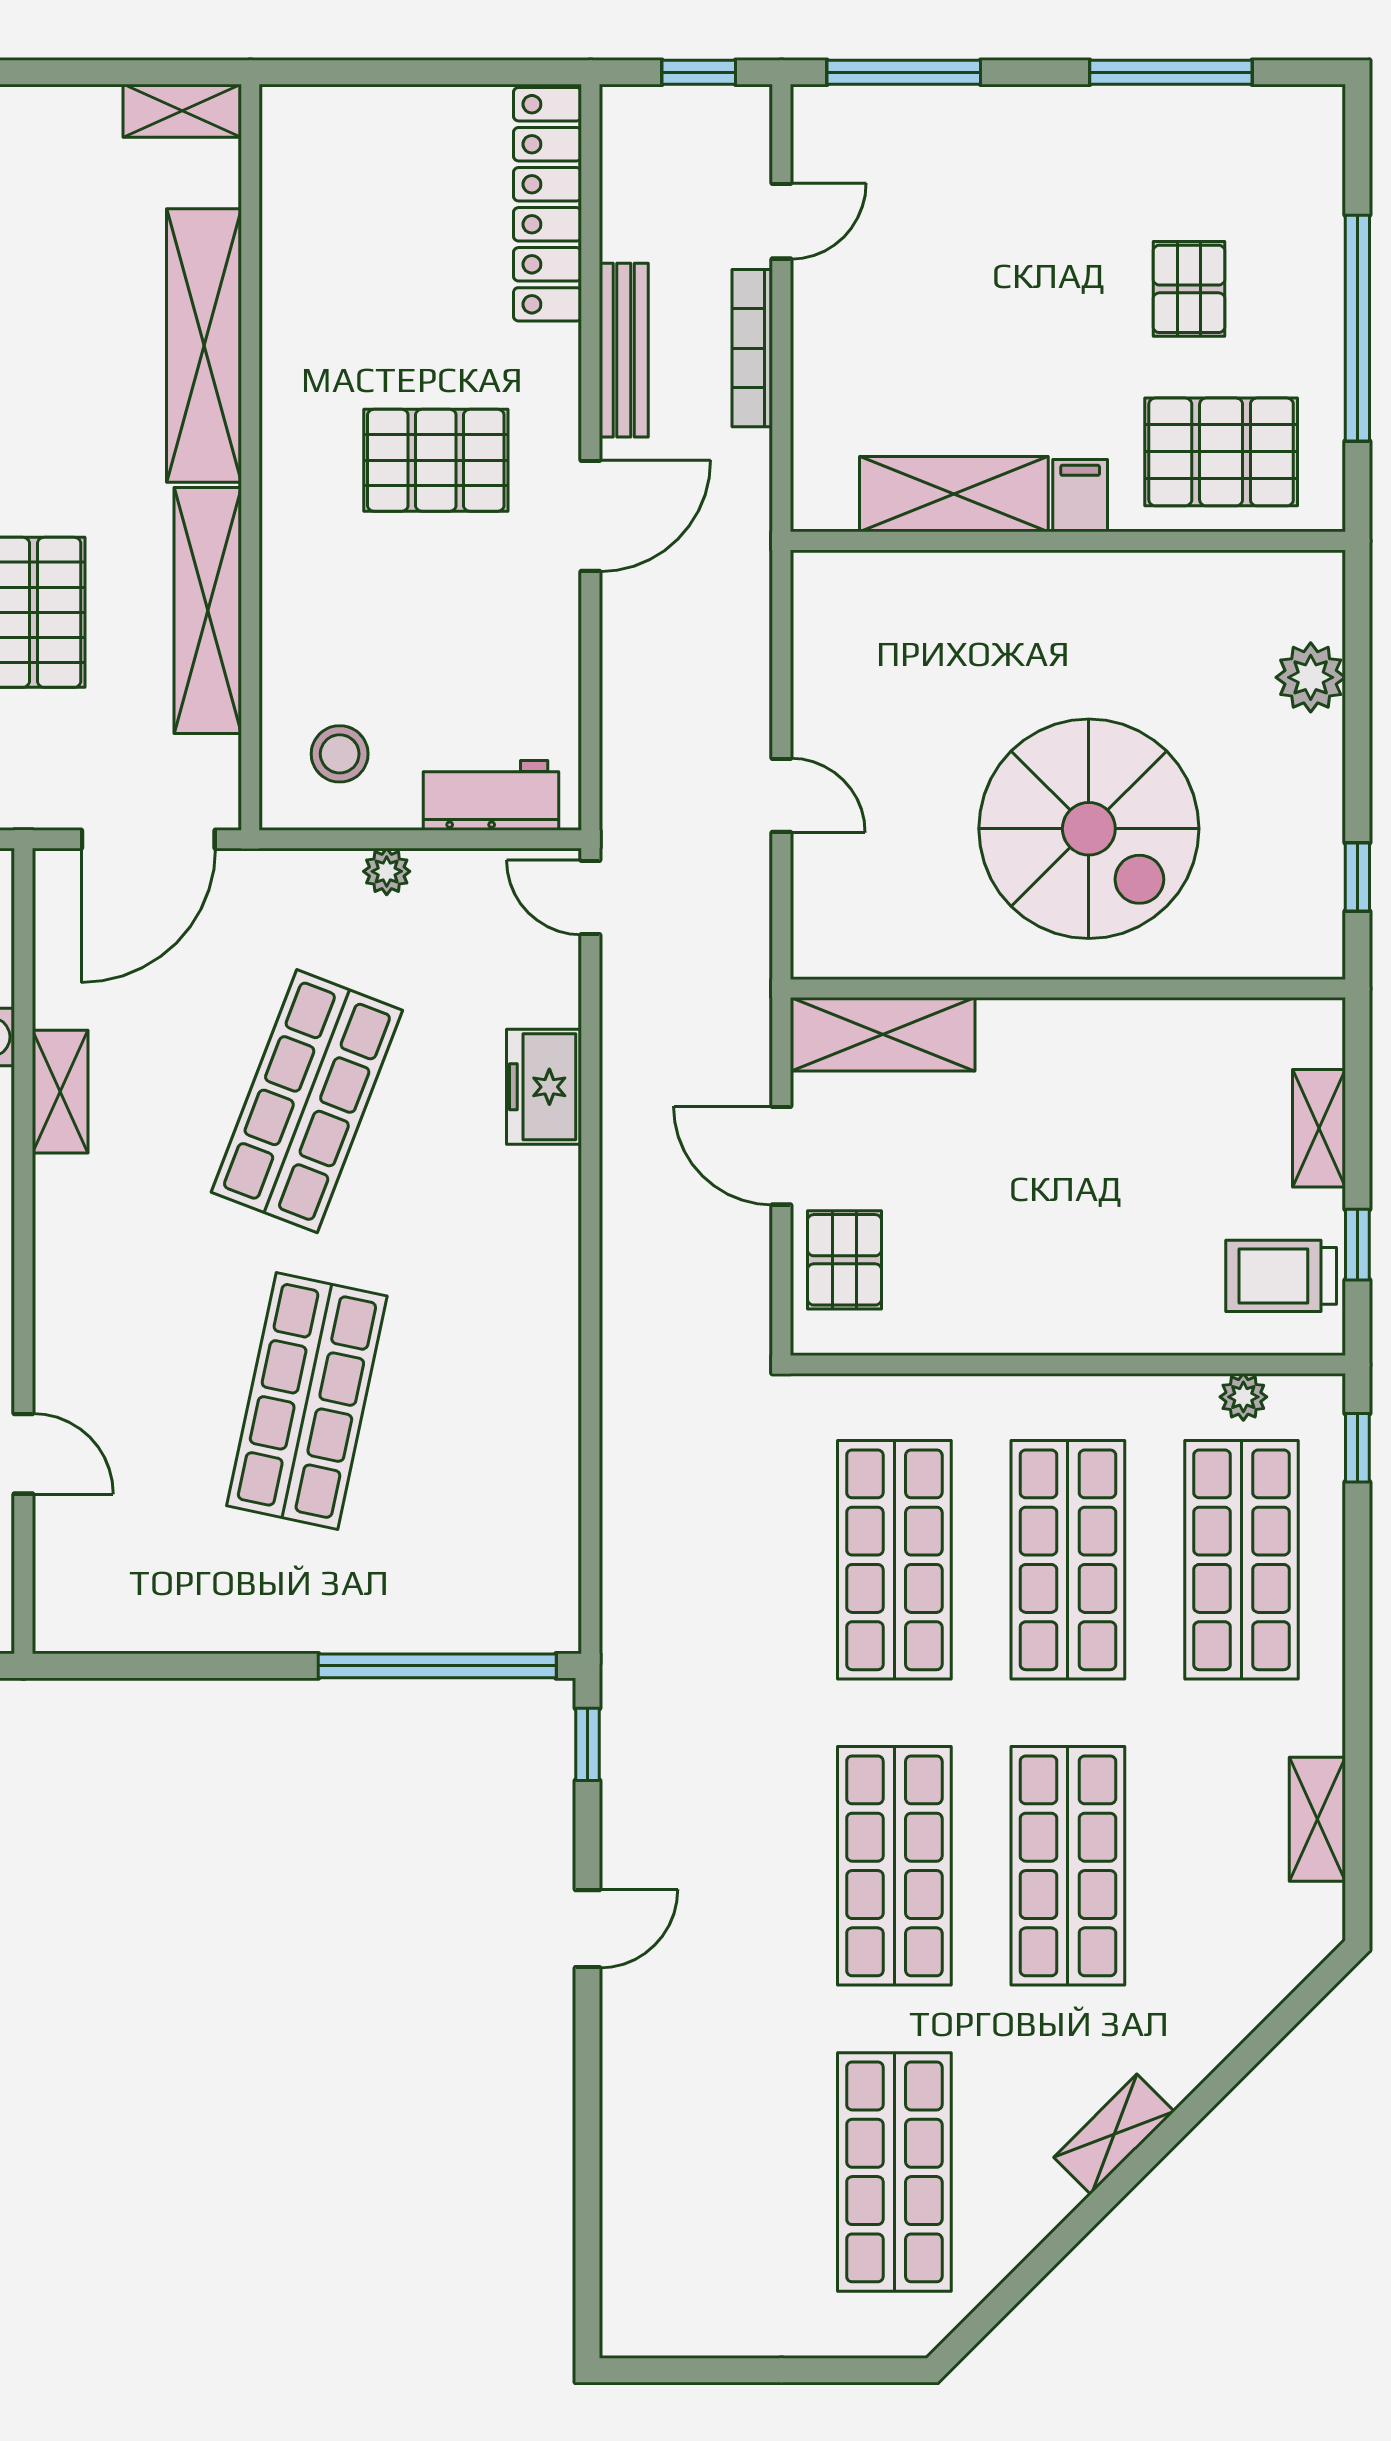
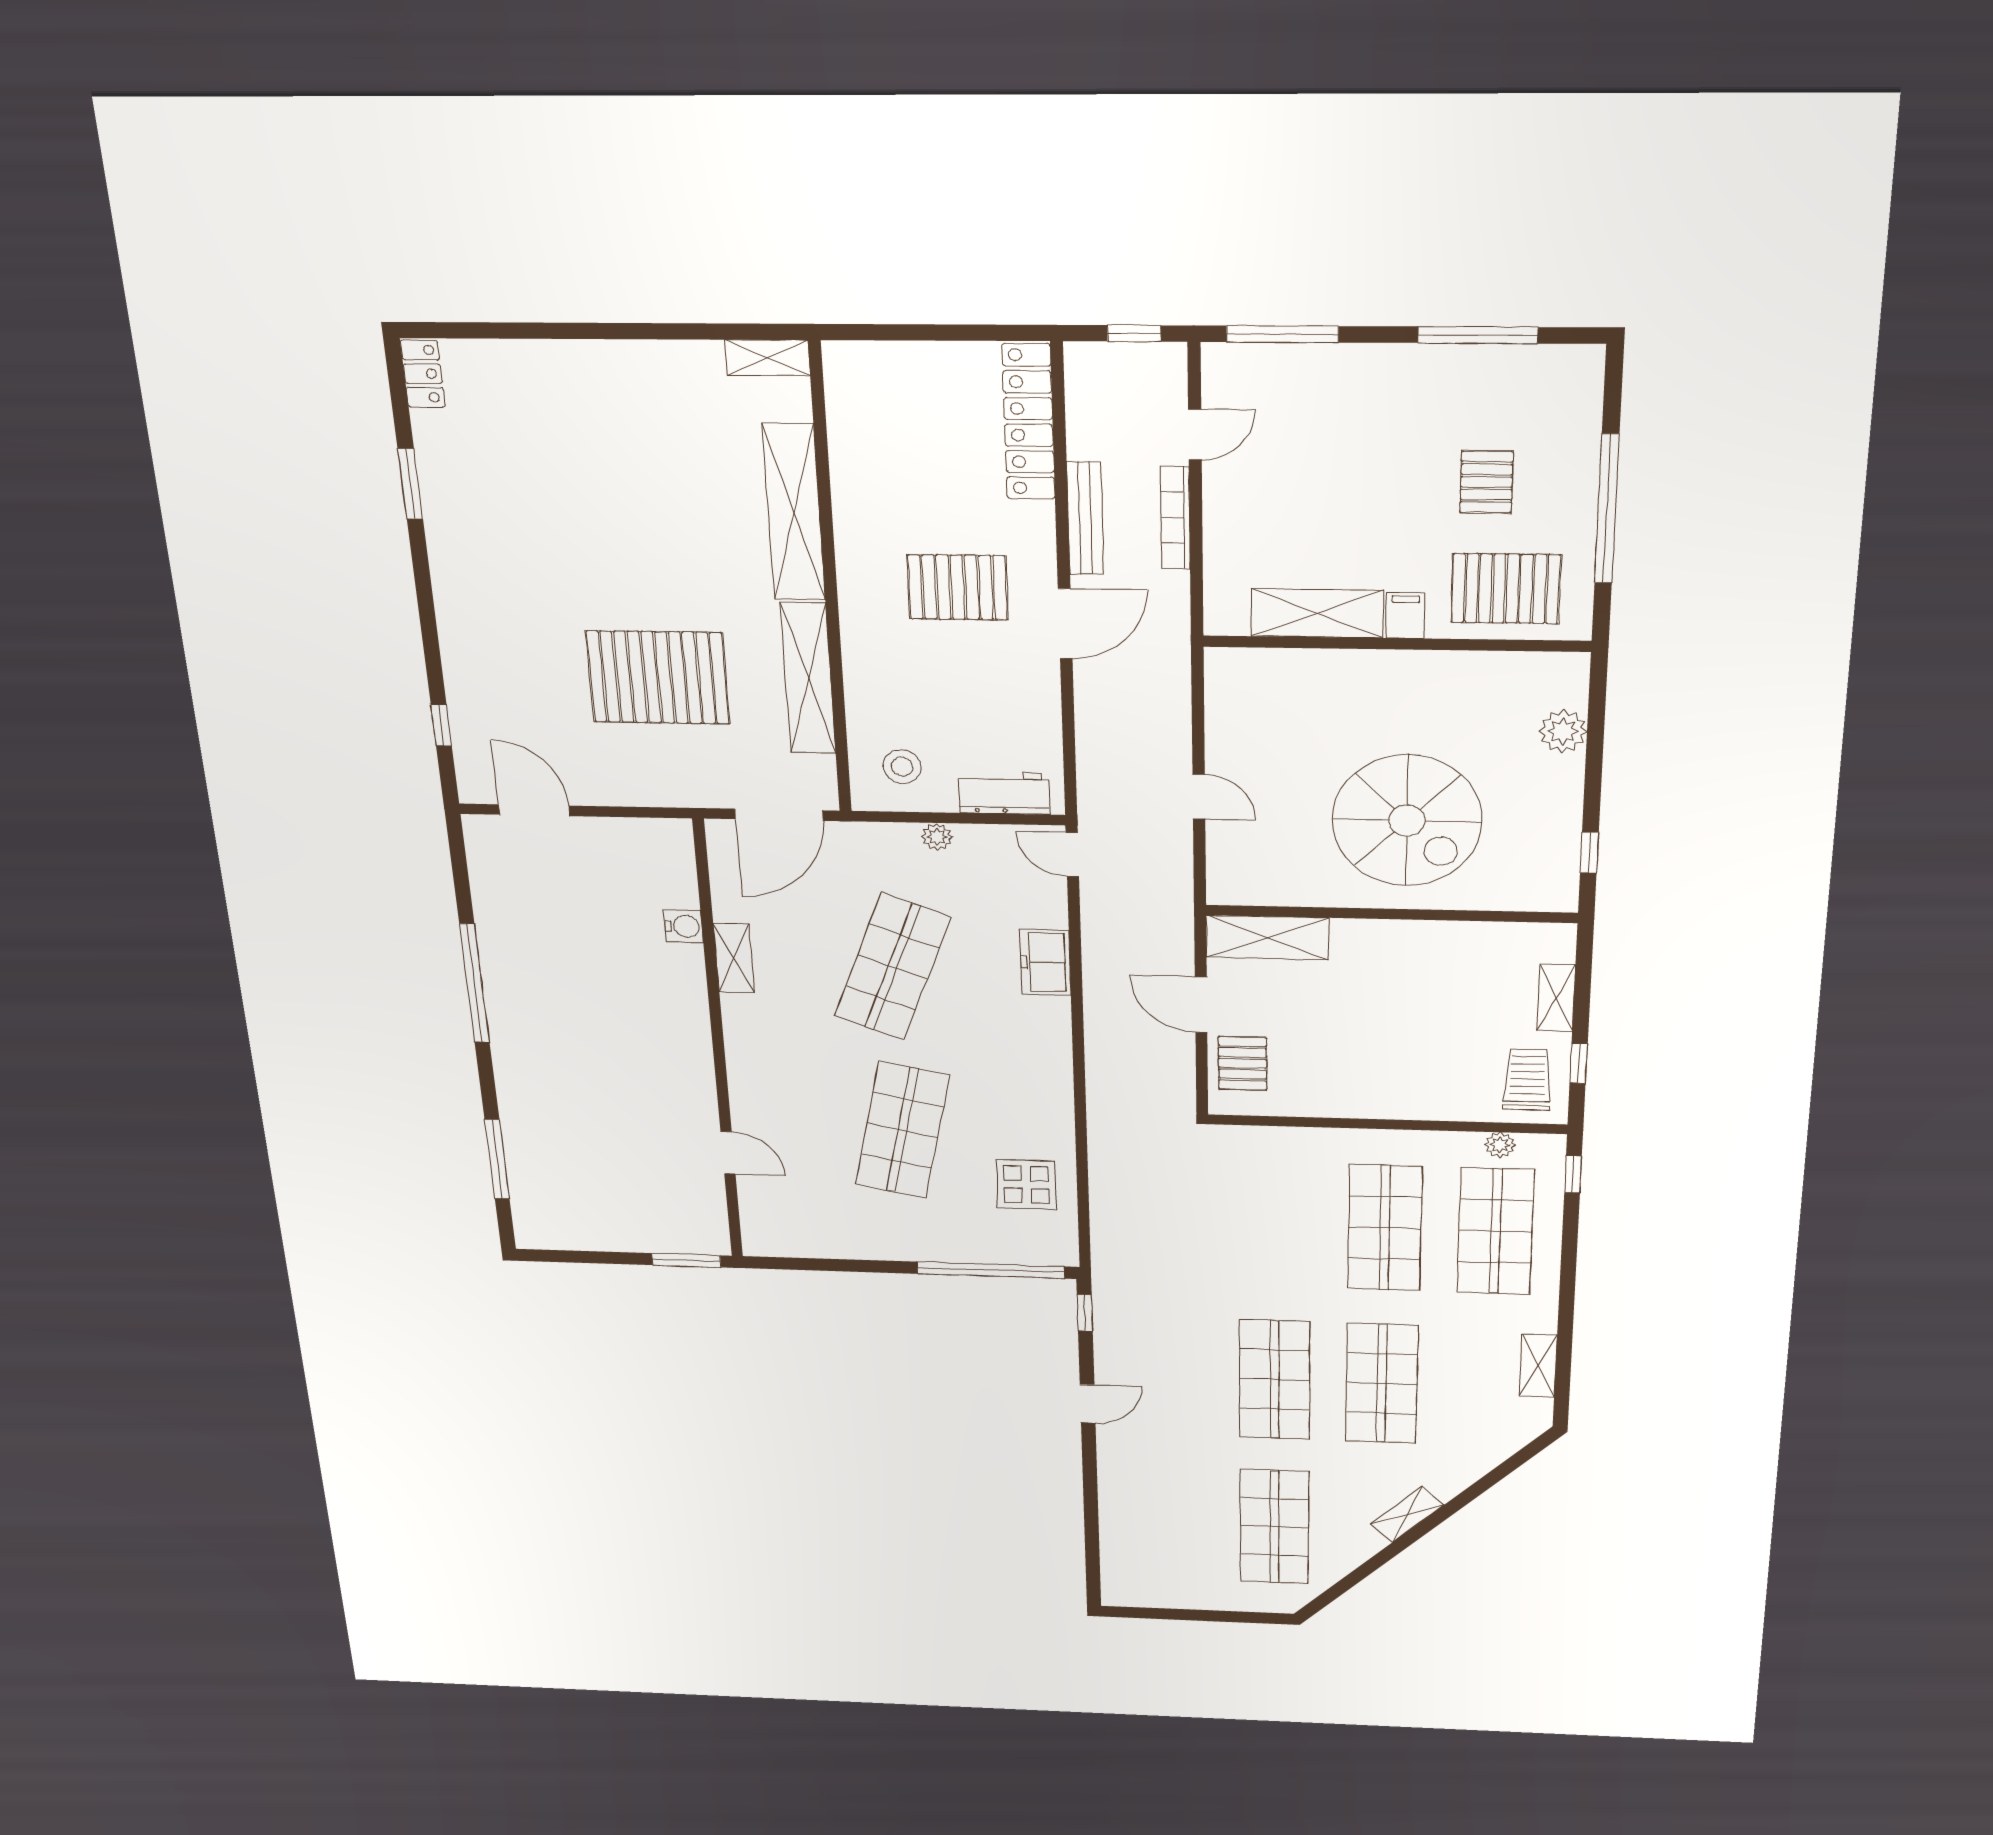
trolley: (1281, 1276) -> (1527, 1080), turned 90
display table: (501, 1497) -> (1026, 1185), added
shop shelf: (894, 1560) -> (1275, 1225), removed

